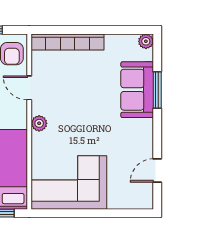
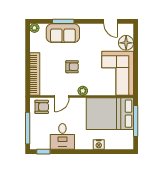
armchair: (80, 105) -> (72, 67), added
floor lamp: (121, 197) -> (126, 43), added

